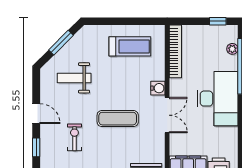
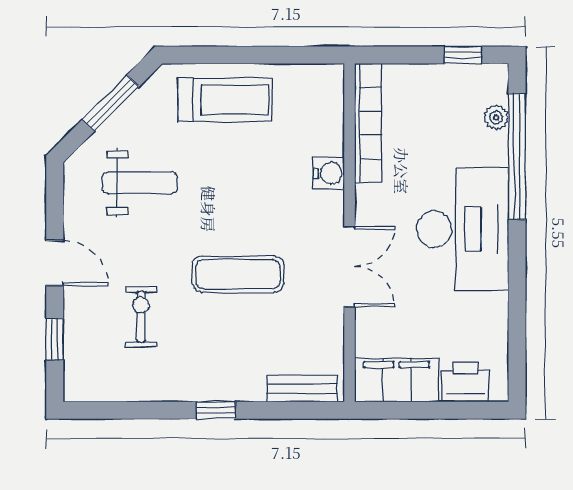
treadmill: (130, 46) -> (225, 100), moved
weight bench: (74, 78) -> (140, 183), turned 180
water cooler: (158, 88) -> (329, 173), moved

